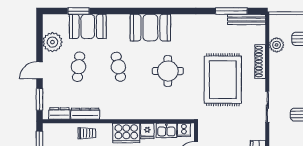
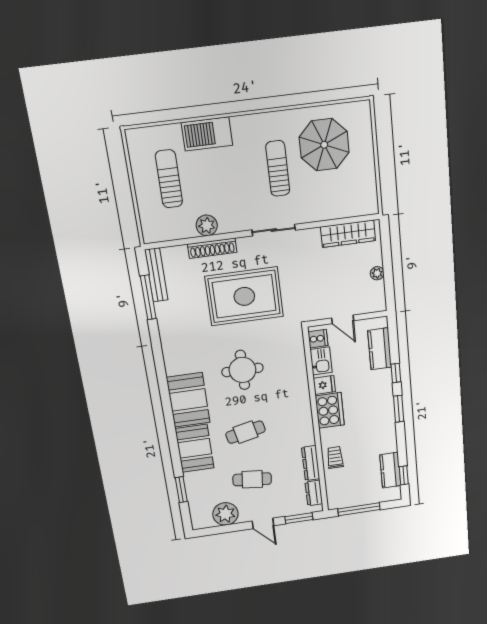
booth: (88, 26) -> (195, 448), moved
plant: (277, 45) -> (207, 225), moved

